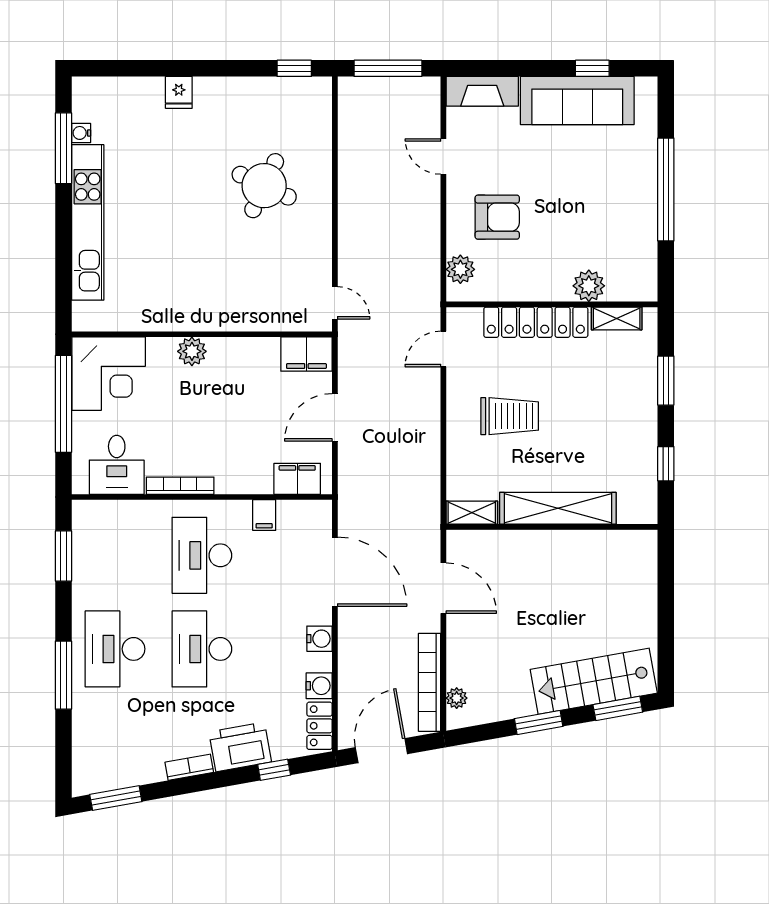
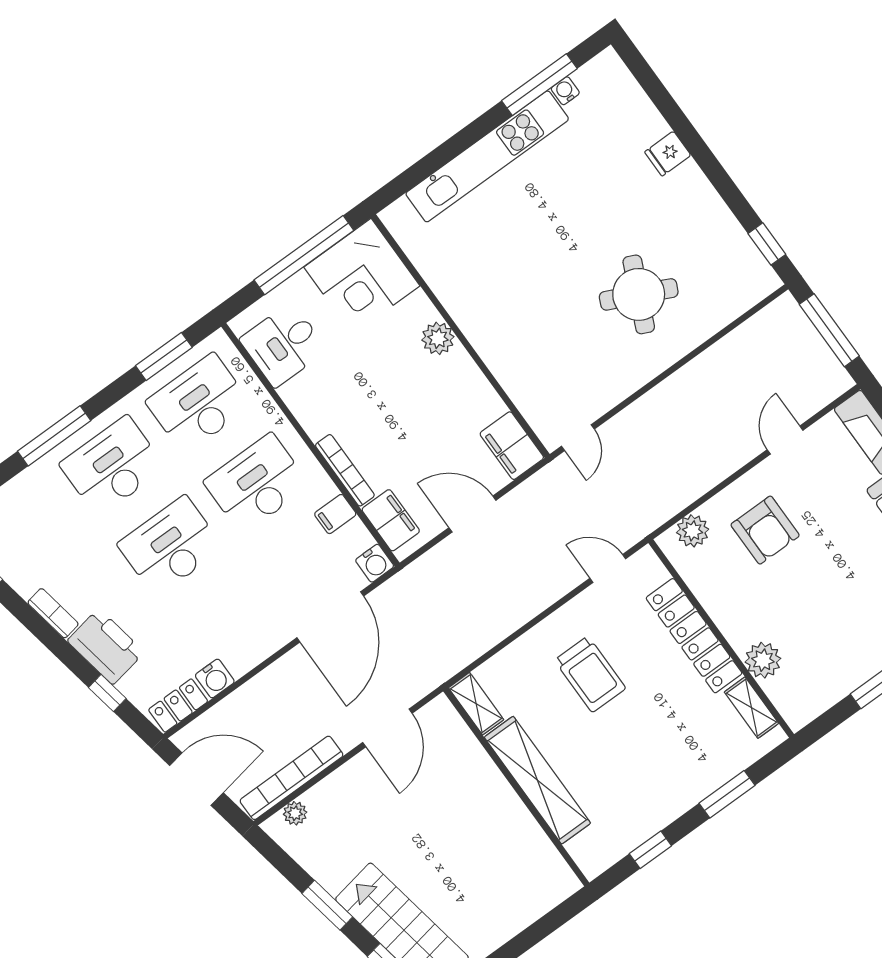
bookcase: (180, 486) -> (345, 470), moved
desk: (115, 555) -> (199, 404), added
water cooler: (319, 639) -> (375, 563), moved

